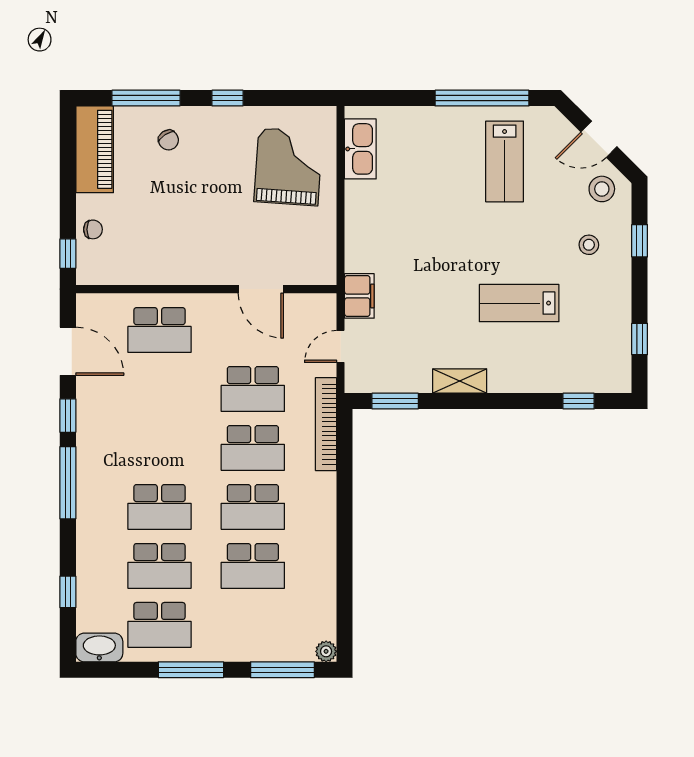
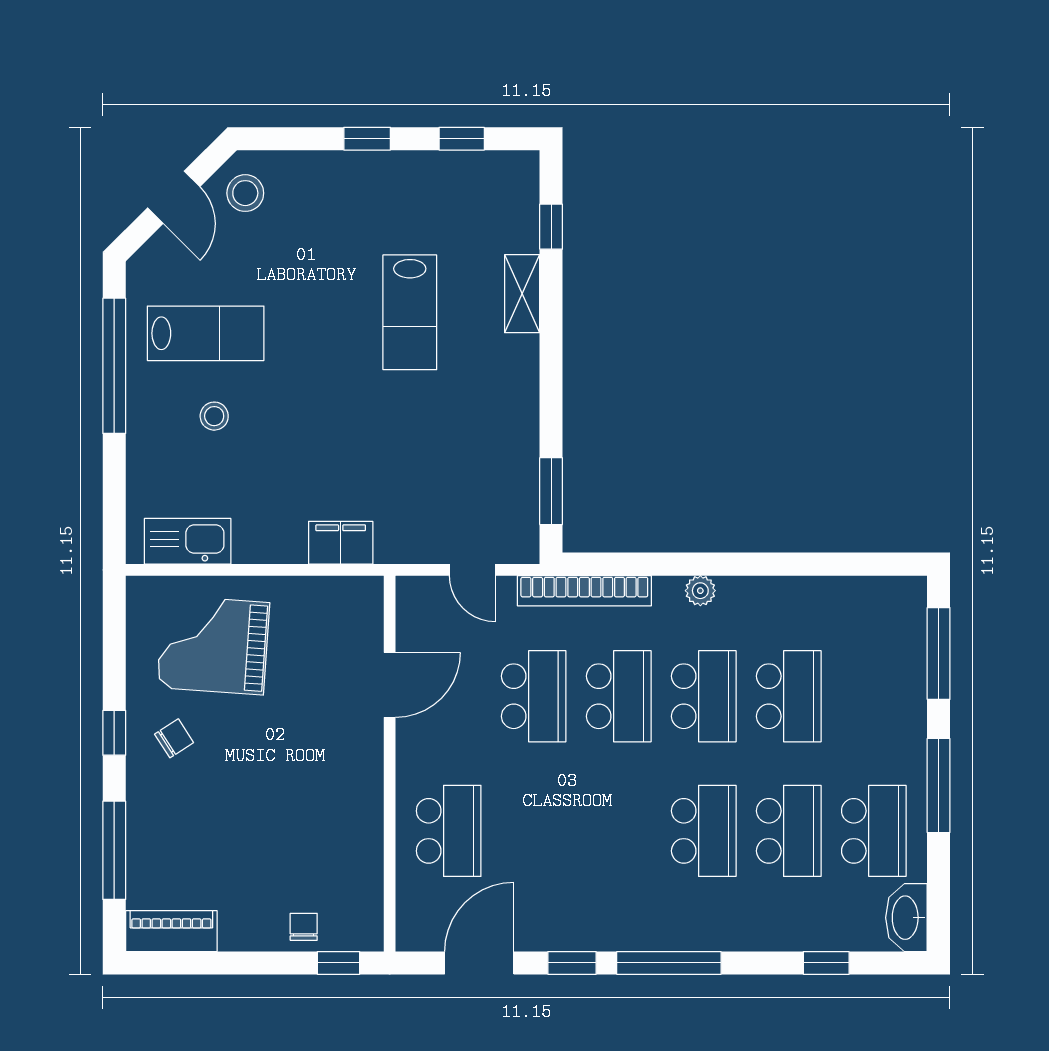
chair: (168, 140) -> (174, 738), moved
piano: (95, 149) -> (171, 931), width x0.73, depth x0.75
window: (640, 241) -> (367, 139), moved
stool: (589, 245) -> (214, 416), moved
filing cabinet: (359, 296) -> (341, 543), moved
shelving: (460, 381) -> (522, 294), moved
plant: (326, 651) -> (700, 591), moved

